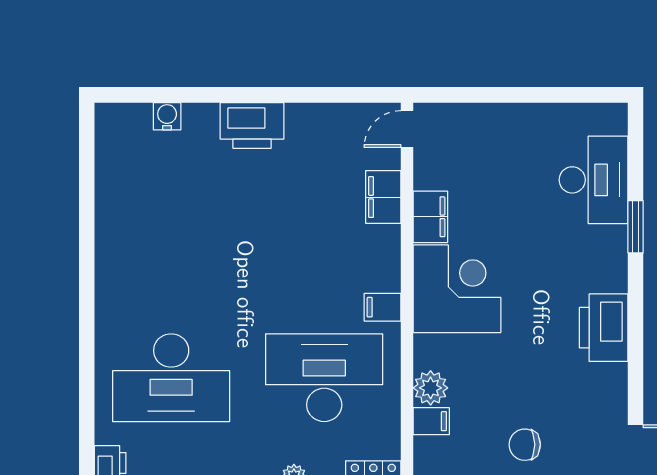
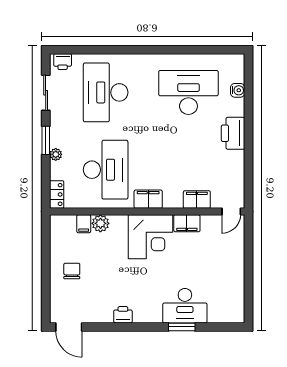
door: (407, 129) -> (231, 212), swing flipped
desk: (594, 180) -> (185, 306), moved
desk: (171, 214) -> (188, 92), added
filing cabinet: (383, 307) -> (148, 199), width x2.00
printer: (604, 328) -> (123, 315), width x0.53, depth x0.68

